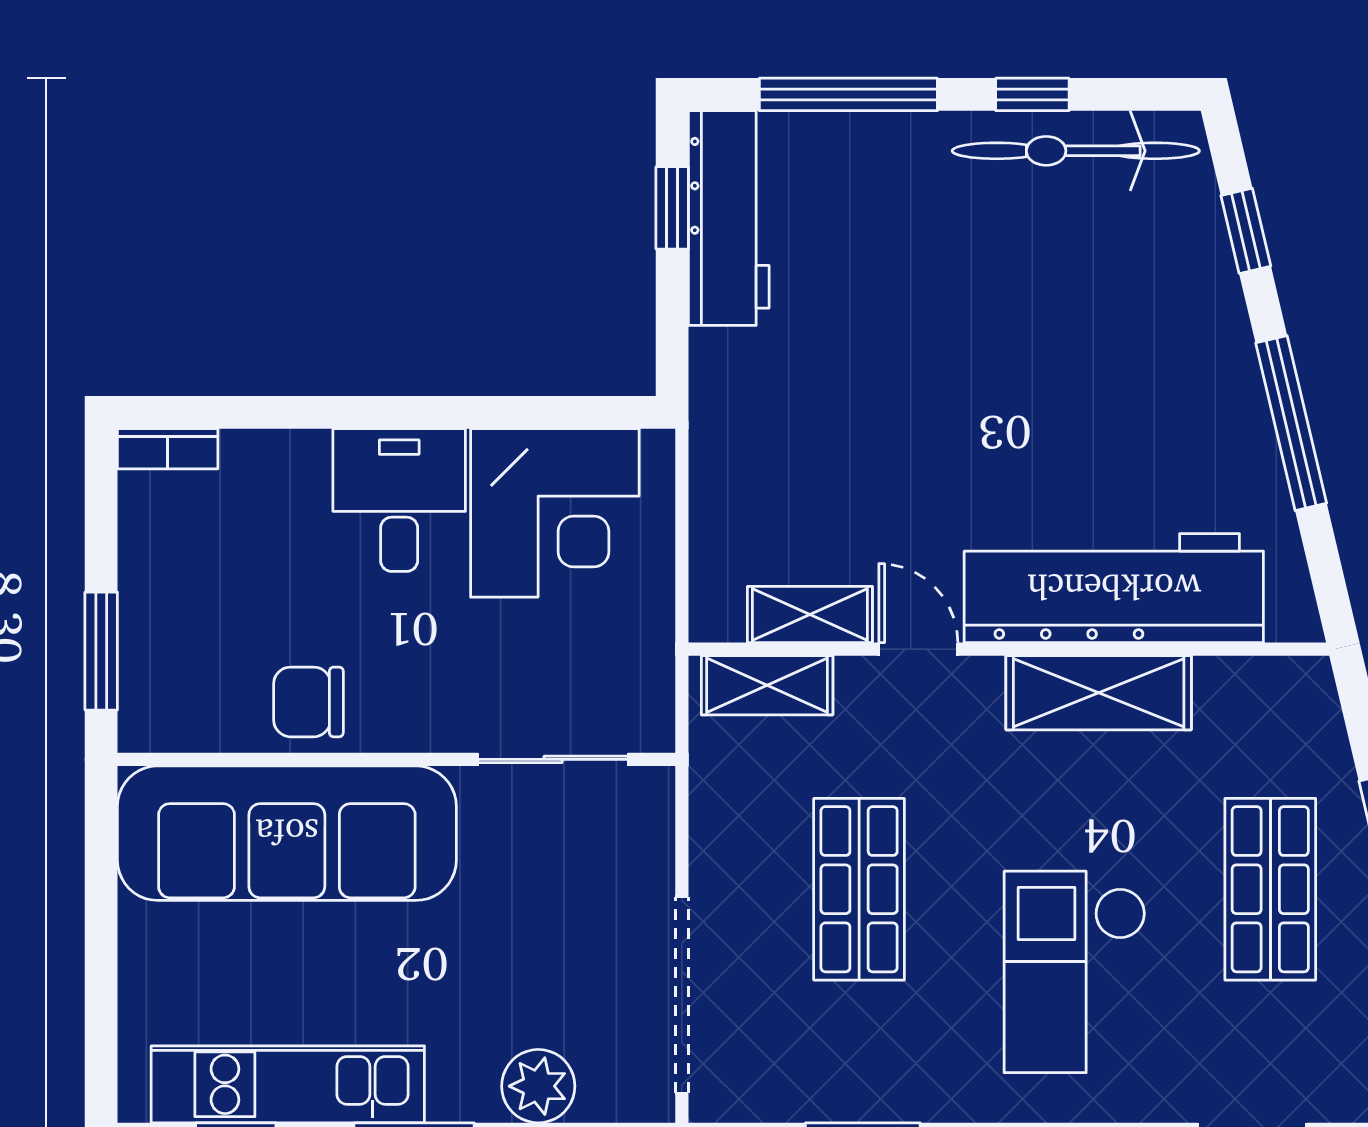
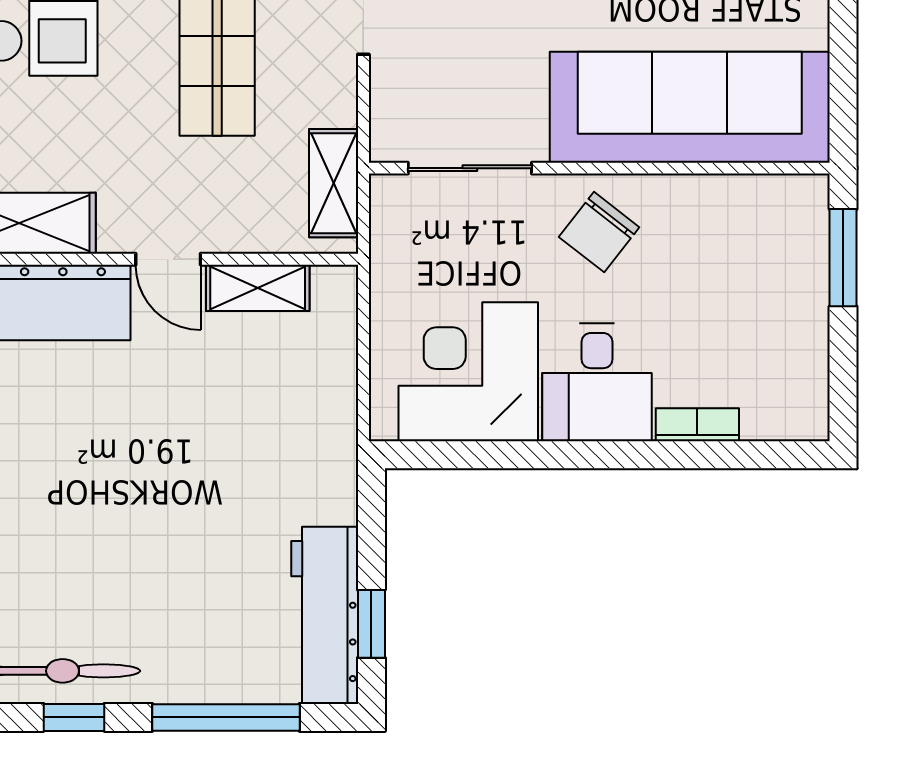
bookcase: (168, 449) -> (697, 425), moved
shelving: (767, 685) -> (334, 183), moved, turned 90
chair: (308, 702) -> (599, 232), moved, turned 128

